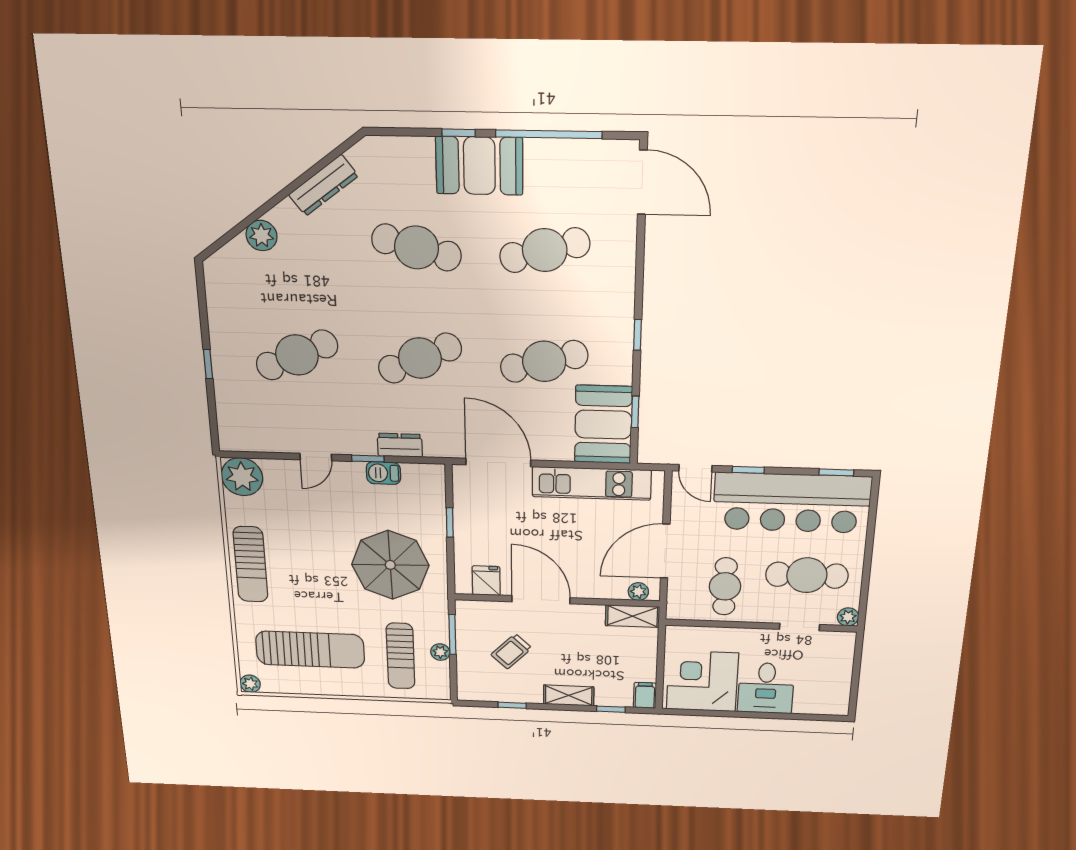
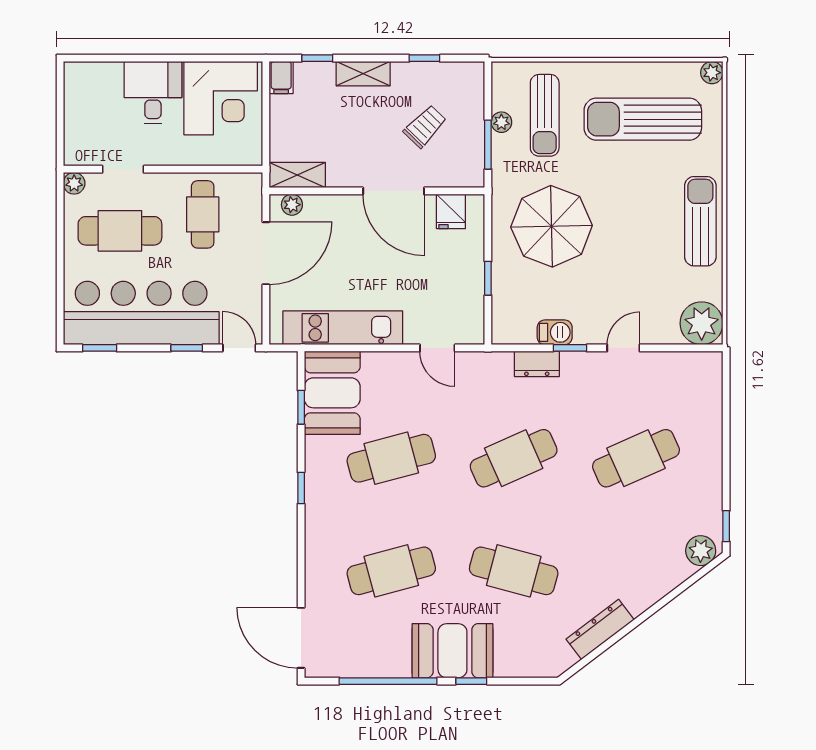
plant: (262, 236) -> (701, 551), moved
window: (208, 364) -> (726, 526), moved
door: (498, 462) -> (437, 348), width x0.53
sun lounger: (400, 656) -> (545, 115), turned 180

